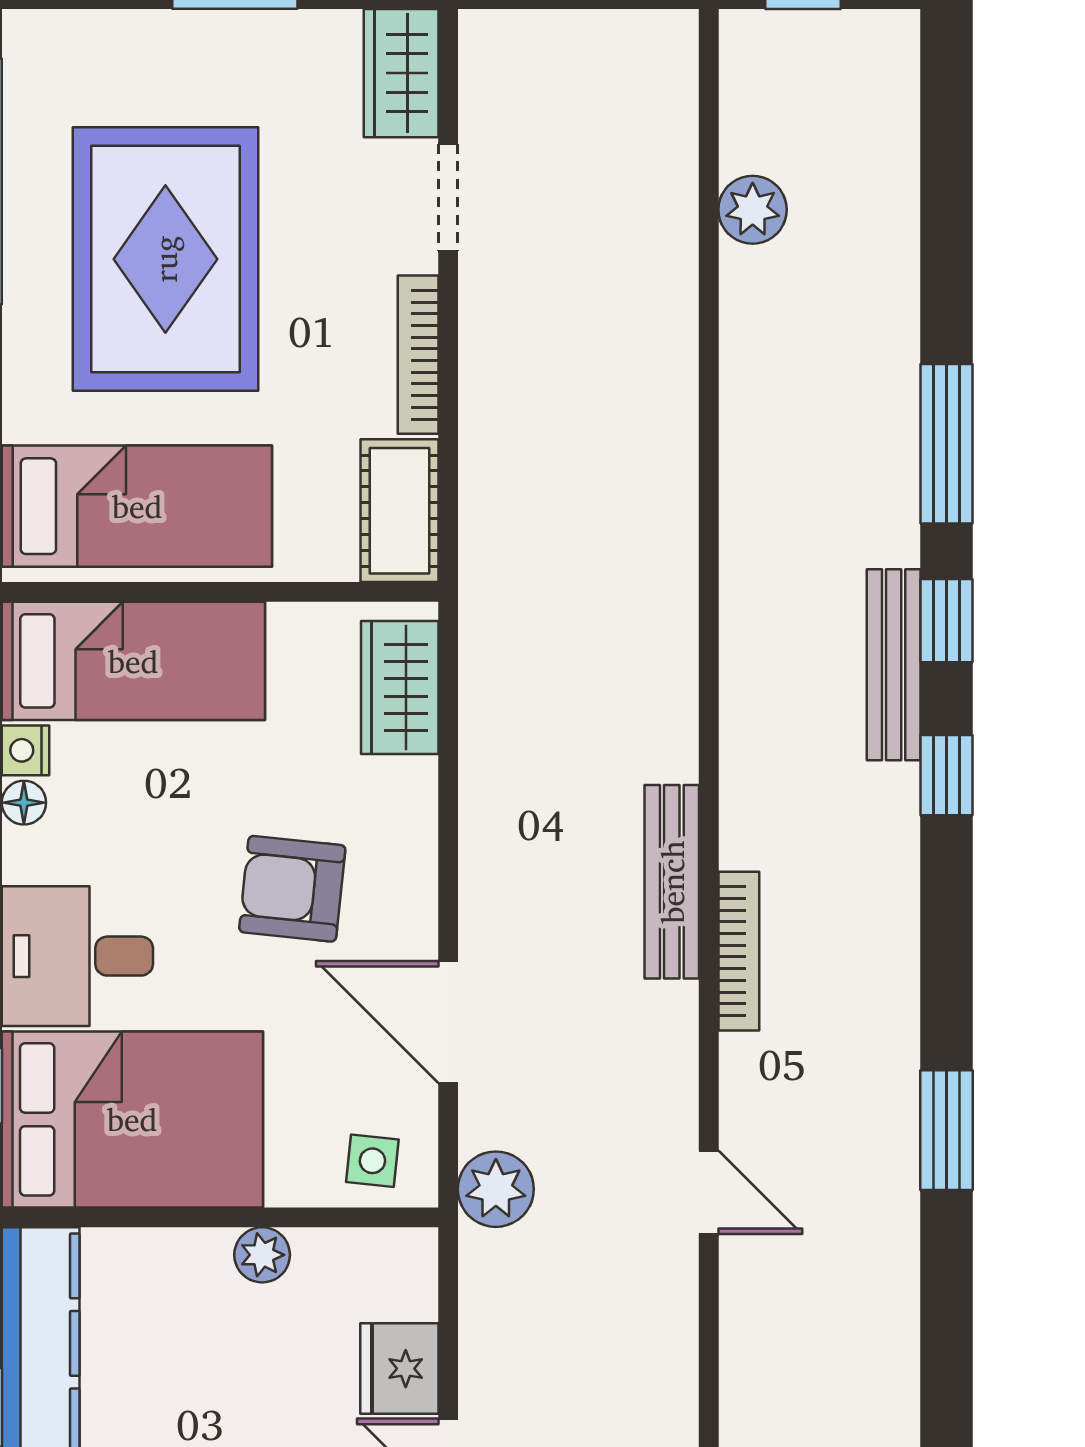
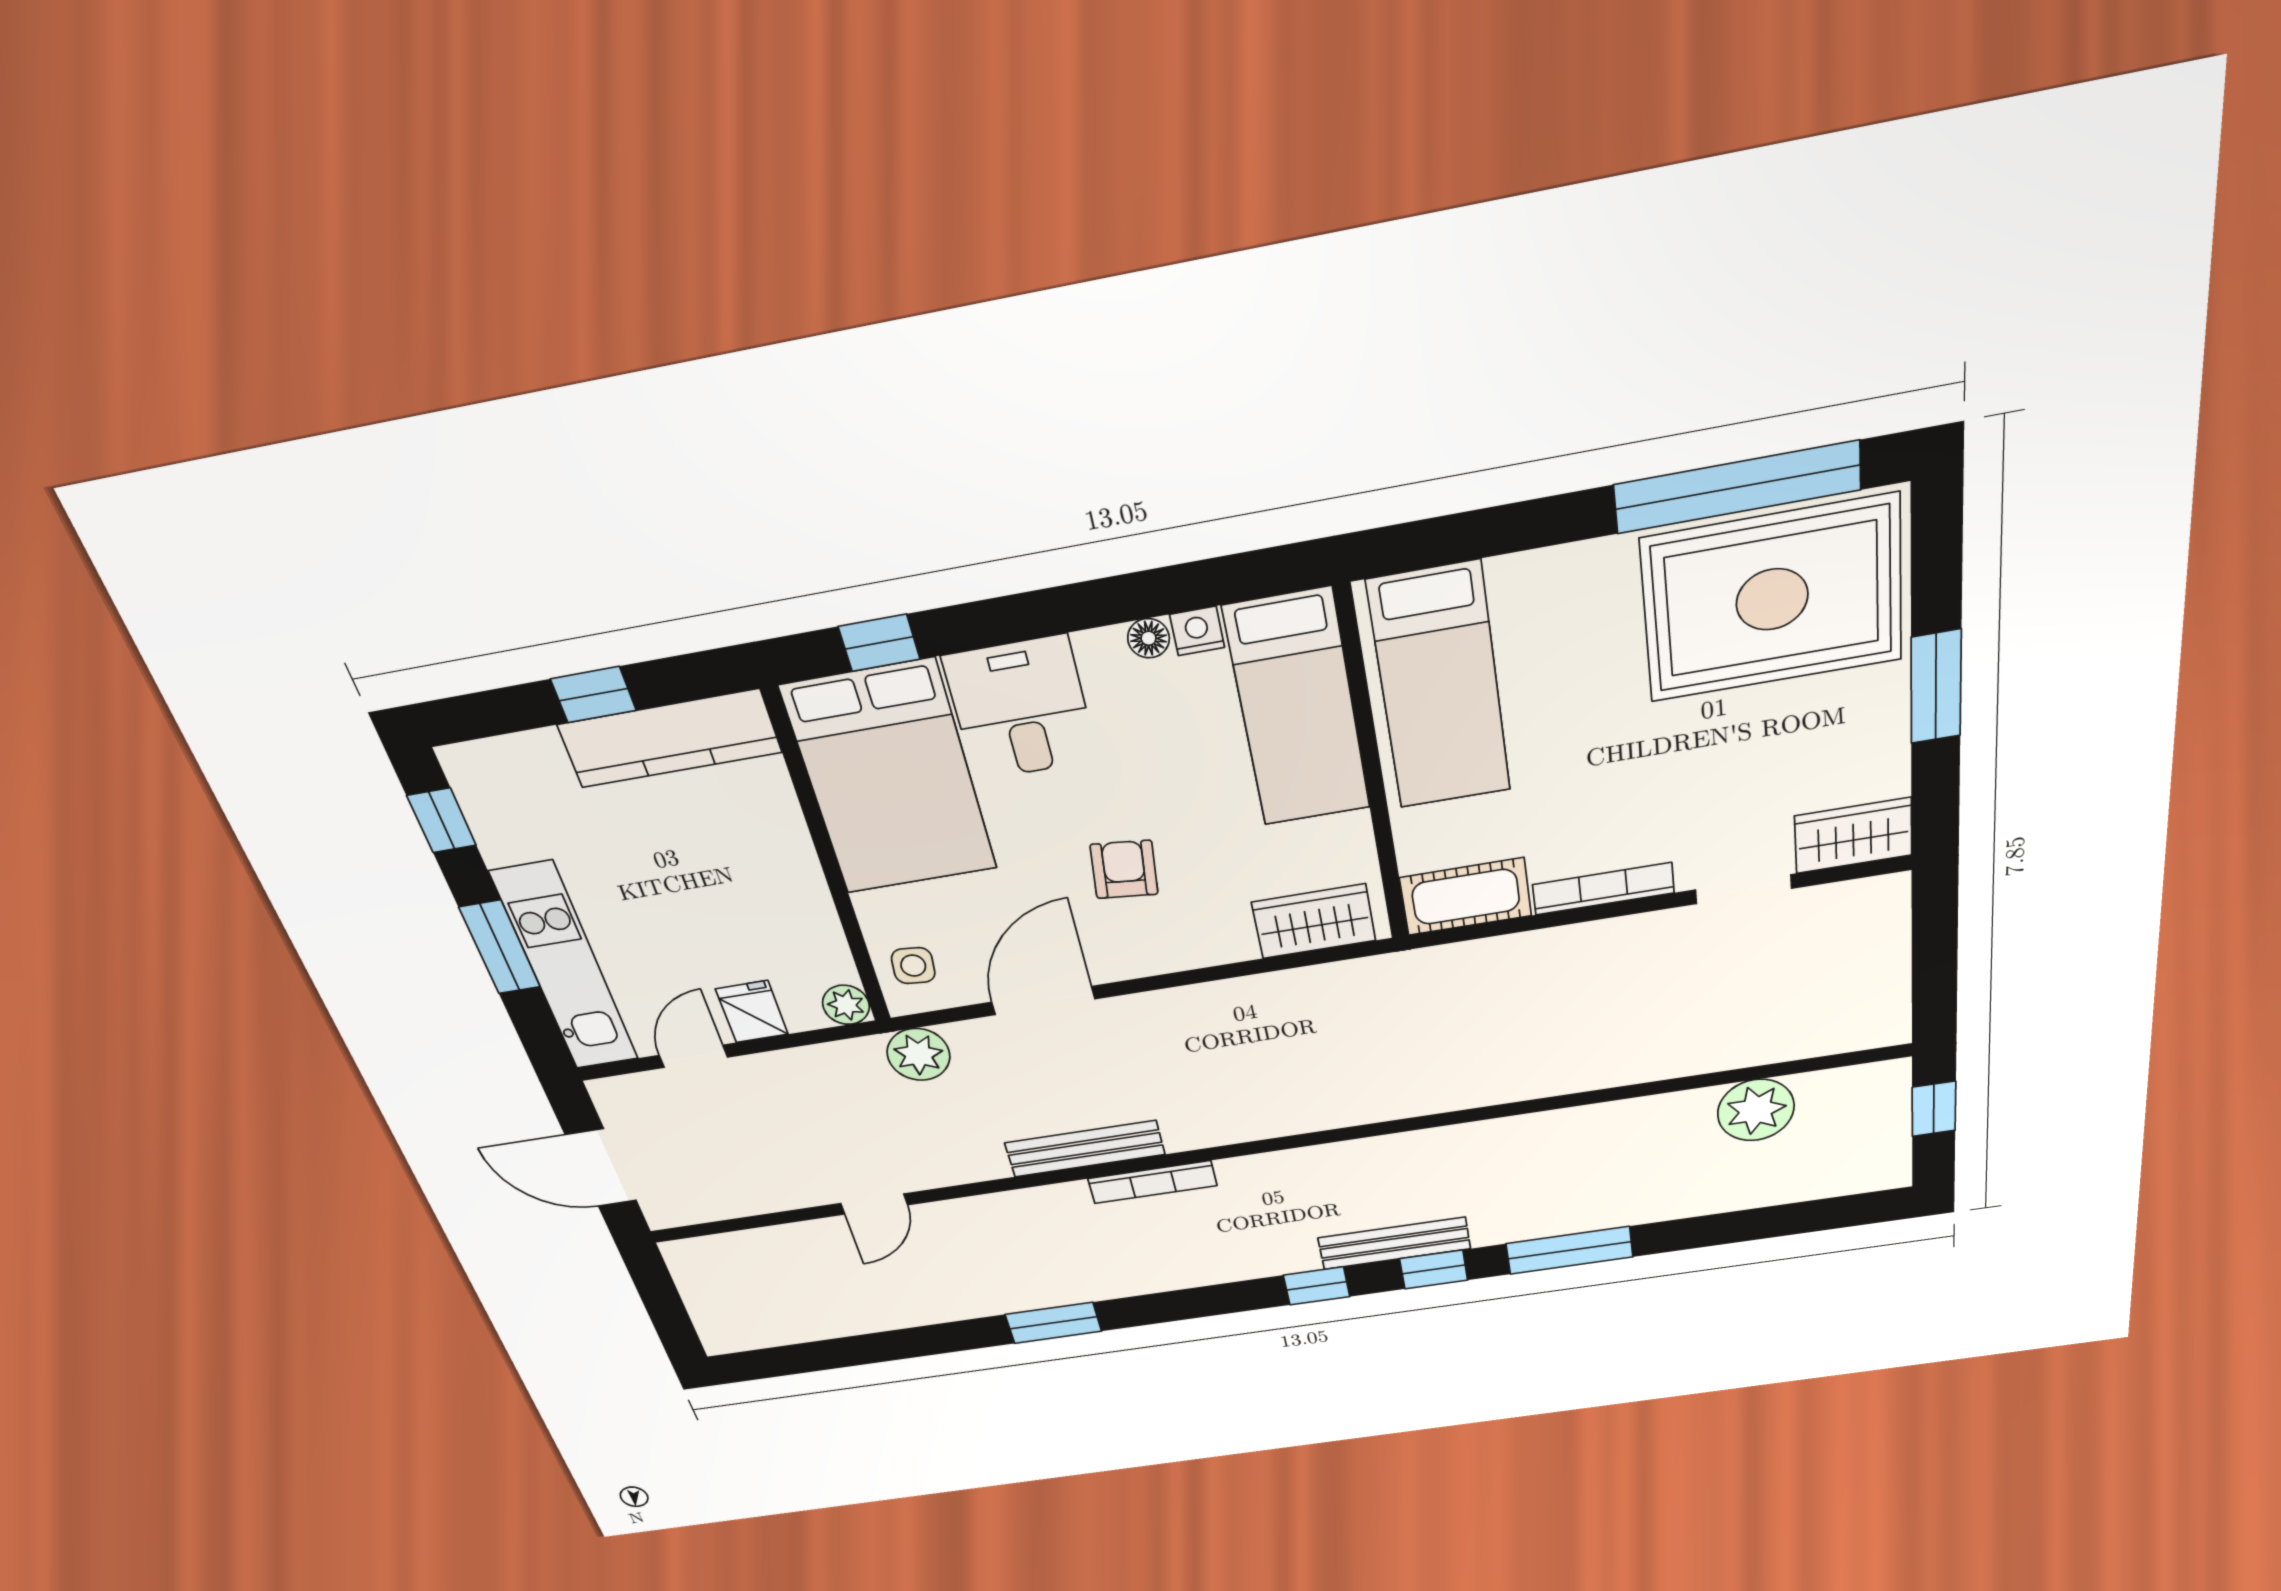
plant: (753, 210) -> (1756, 1110), width x1.36, depth x1.36
rug: (165, 259) -> (1772, 599), moved
bench: (672, 882) -> (1085, 1149), moved
armchair: (292, 889) -> (1124, 869), width x0.72, depth x0.72
door: (709, 1192) -> (874, 1204), moved
plant: (262, 1255) -> (846, 1005), moved
fridge: (399, 1369) -> (752, 1012), width x0.72

